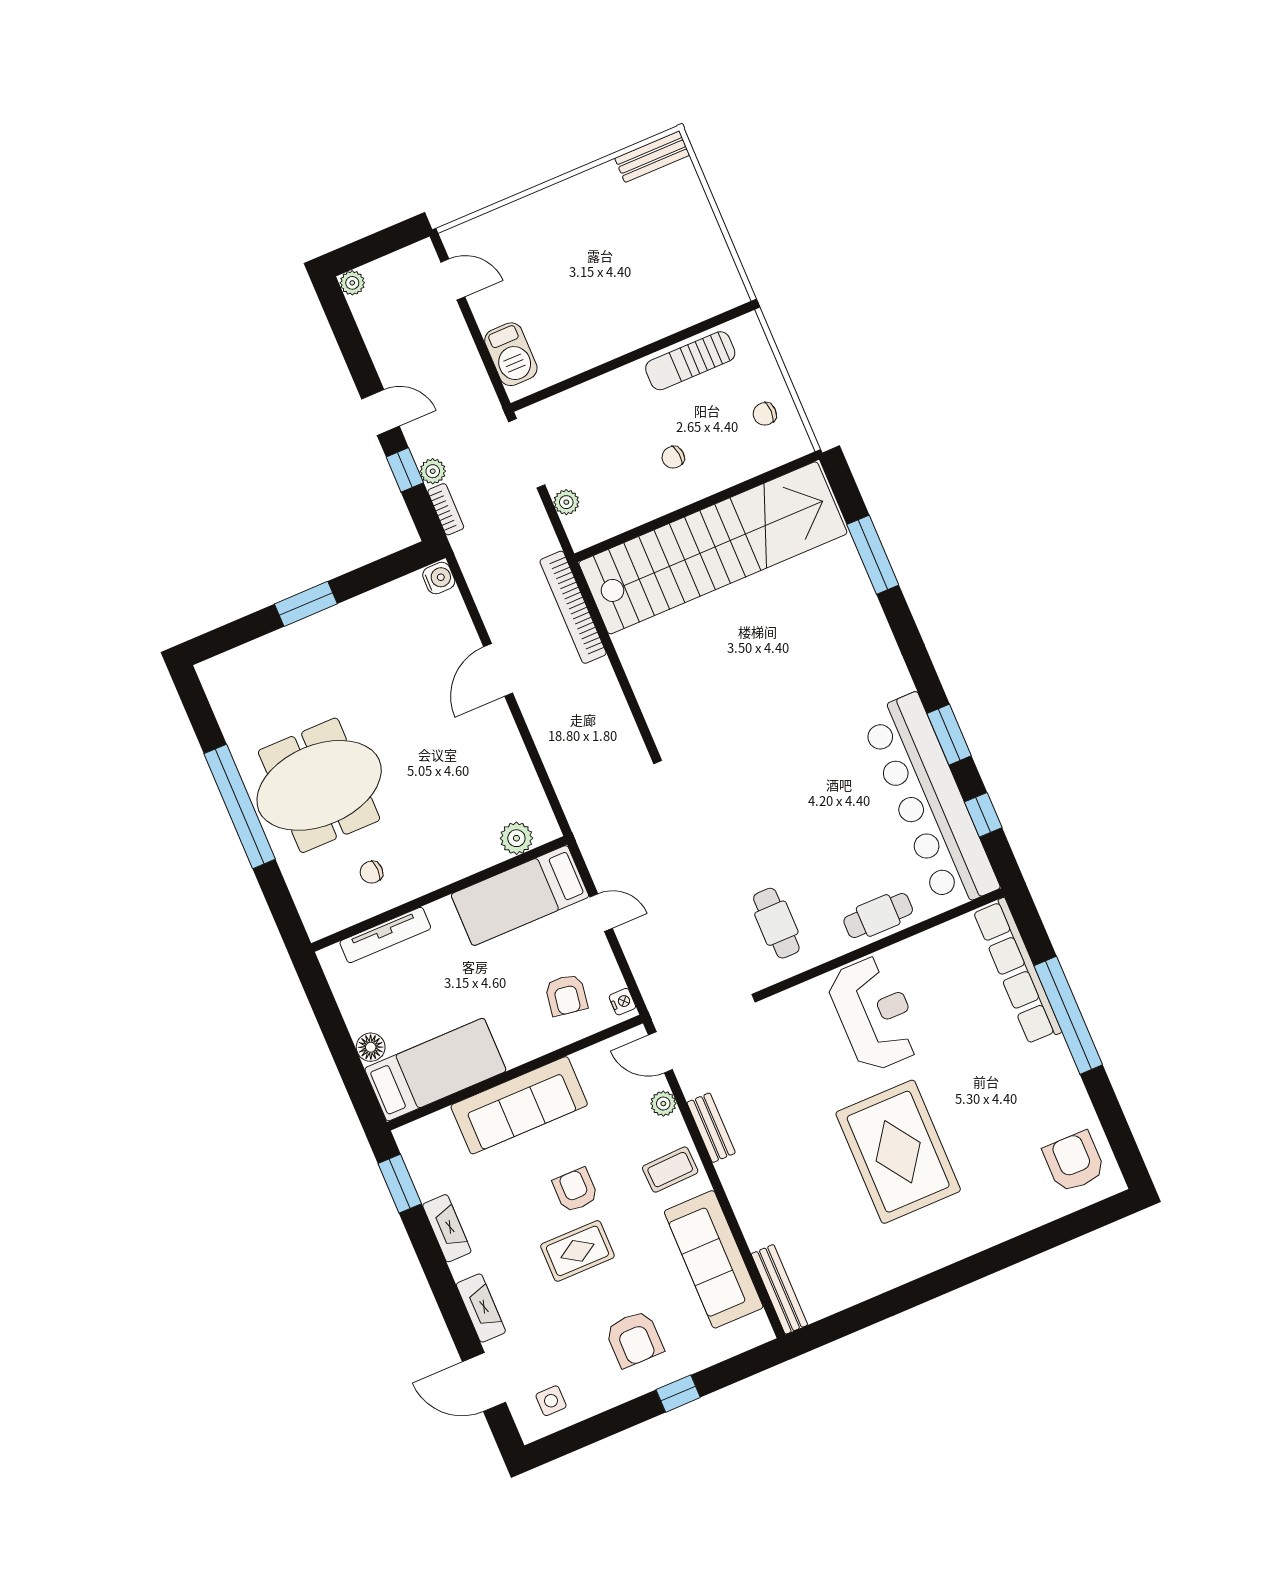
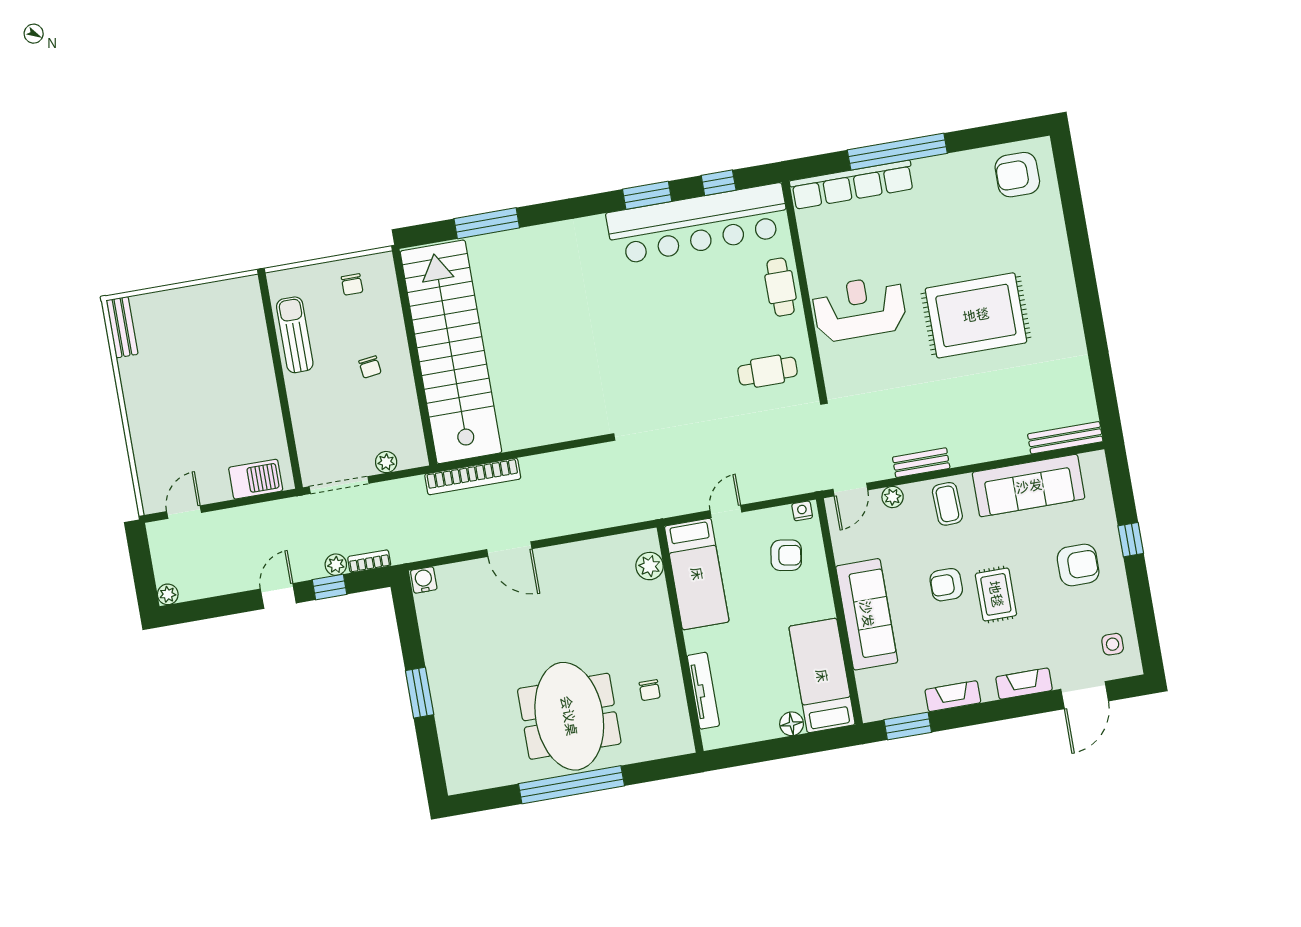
sun lounger: (690, 361) -> (295, 335), turned 180

